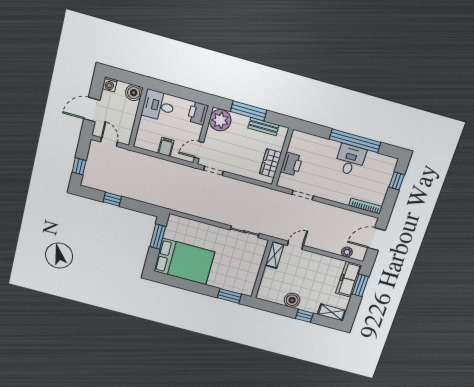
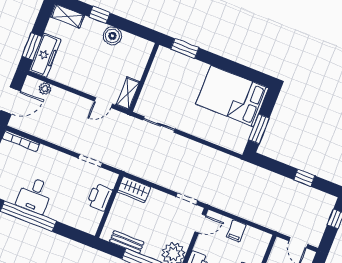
wardrobe: (271, 163) -> (134, 189), moved, turned 90

